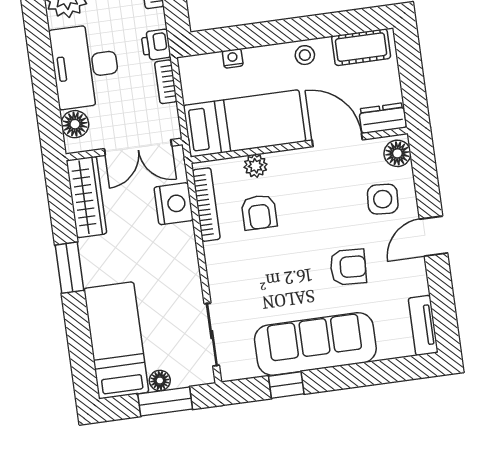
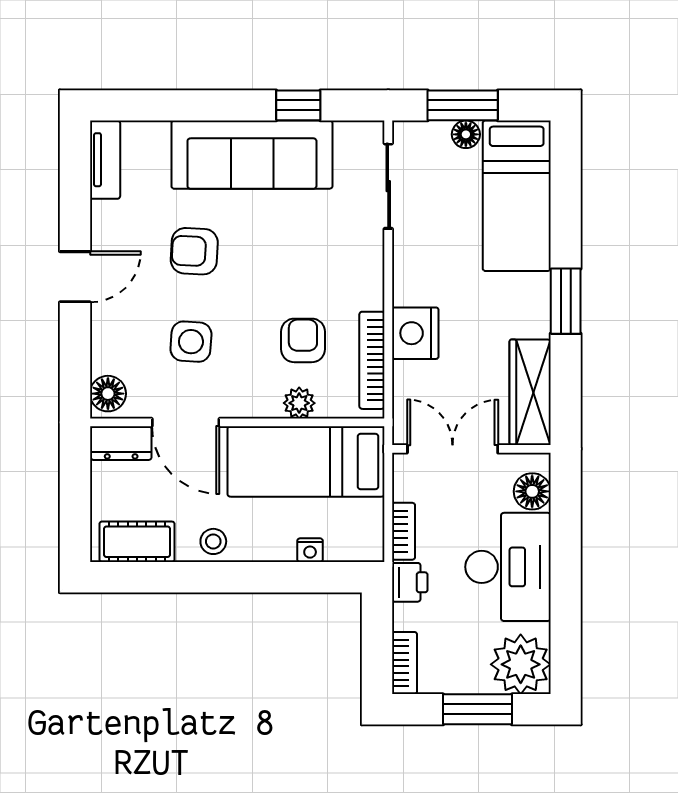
side table: (383, 199) -> (191, 342), moved
nightstand: (174, 204) -> (415, 333), moved

